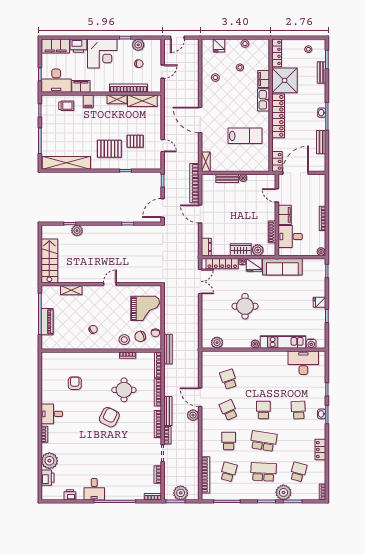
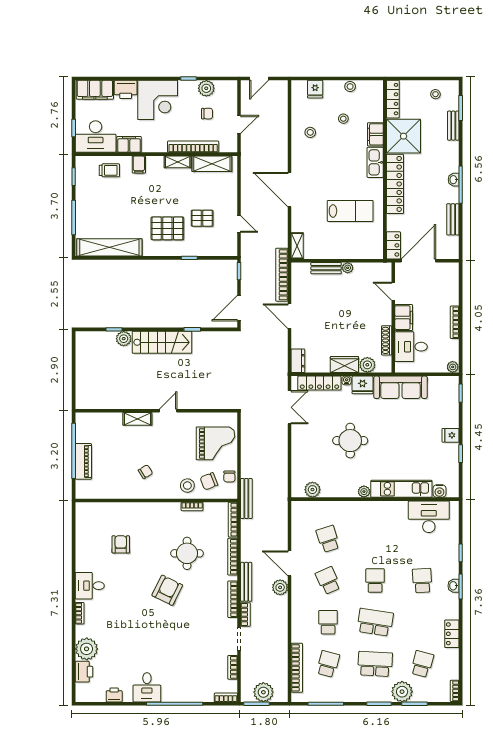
stairs: (49, 261) -> (162, 342), moved, turned 90
shelving: (71, 290) -> (137, 419), moved

